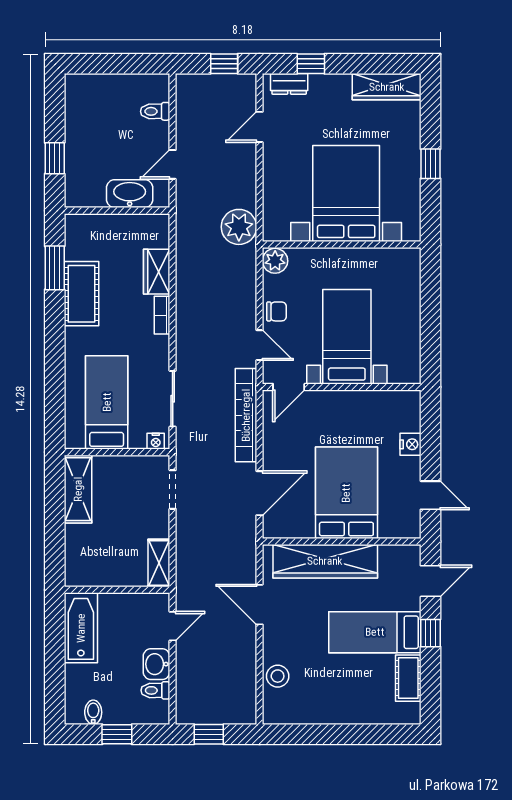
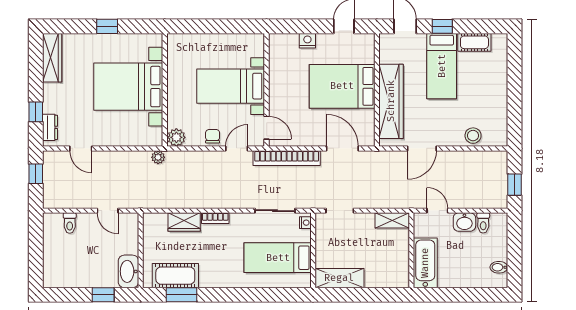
washbasin: (130, 194) -> (128, 271), moved
plant: (239, 227) -> (158, 157), width x0.53, depth x0.53
cot: (81, 294) -> (175, 276), moved
bathtub: (81, 628) -> (425, 263), moved, turned 90
window: (117, 734) -> (515, 250), removed

